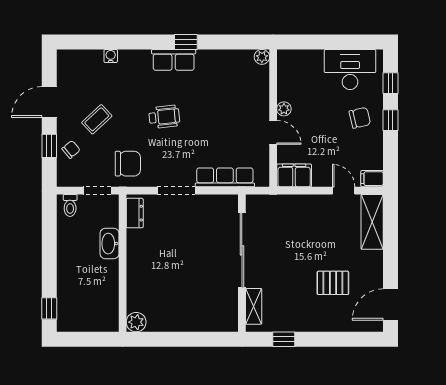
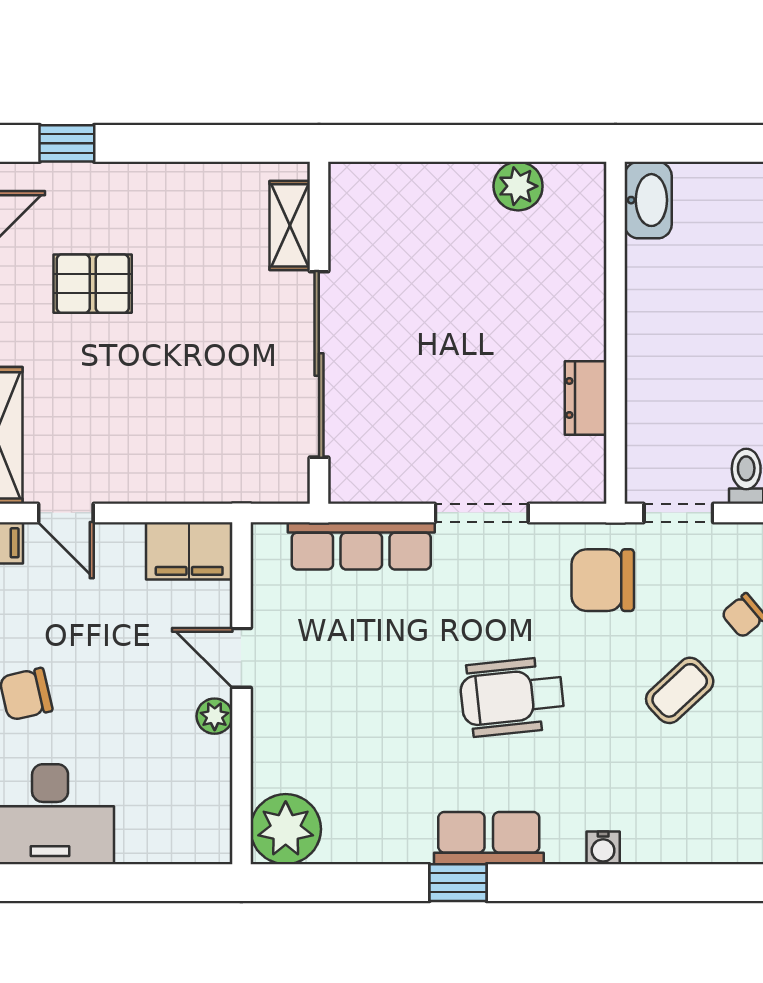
water cooler: (111, 56) -> (603, 848), moved
plant: (262, 57) -> (286, 829), width x1.87, depth x1.87
wheelchair: (164, 117) -> (512, 697), width x1.36, depth x1.37
dresser: (135, 213) -> (586, 398), moved
washbasin: (110, 244) -> (648, 200), moved
plant: (136, 322) -> (518, 186), moved
window: (284, 339) -> (67, 143), moved

